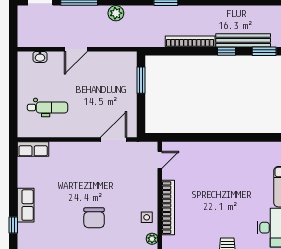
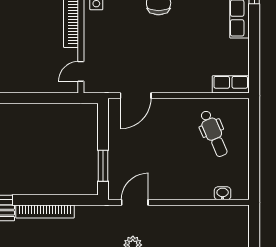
door: (76, 49) -> (135, 202), moved
dental chair: (48, 107) -> (214, 134), turned -113

